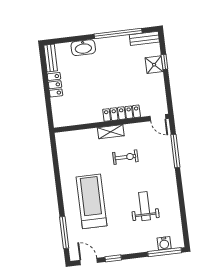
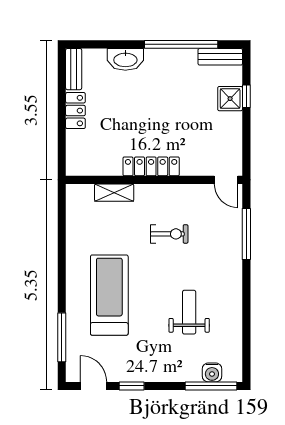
locker: (122, 113) -> (151, 166), moved
shelving: (111, 132) -> (114, 193), moved

